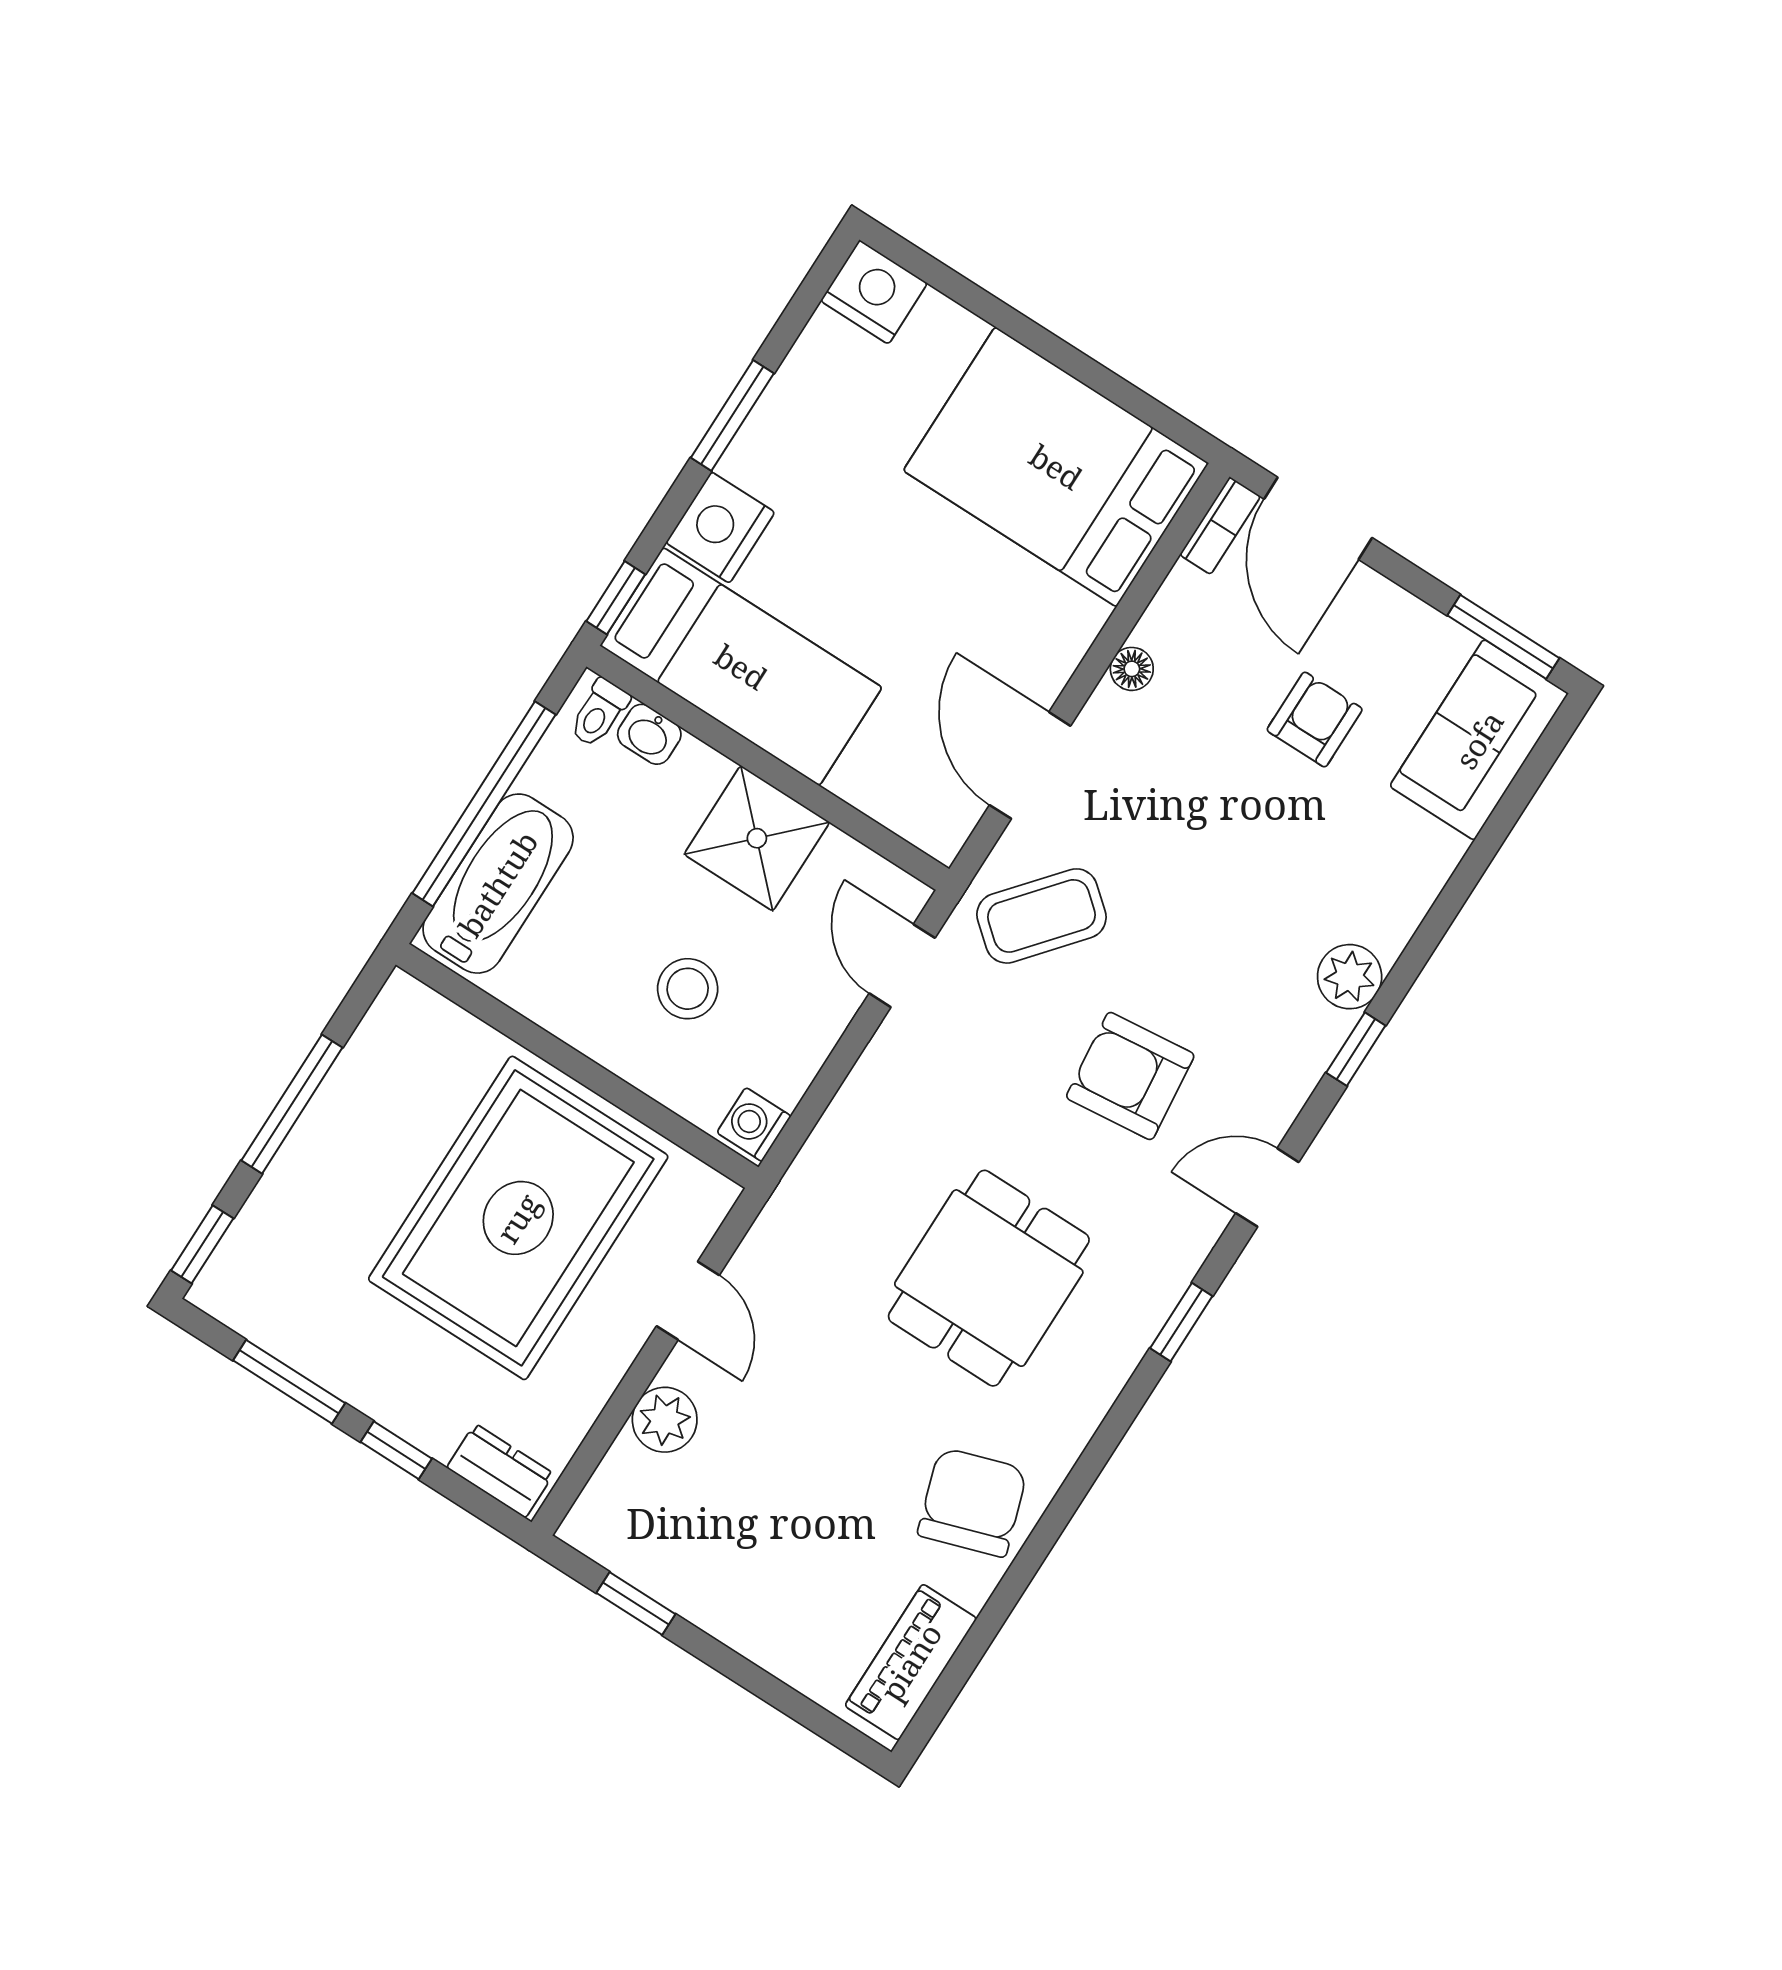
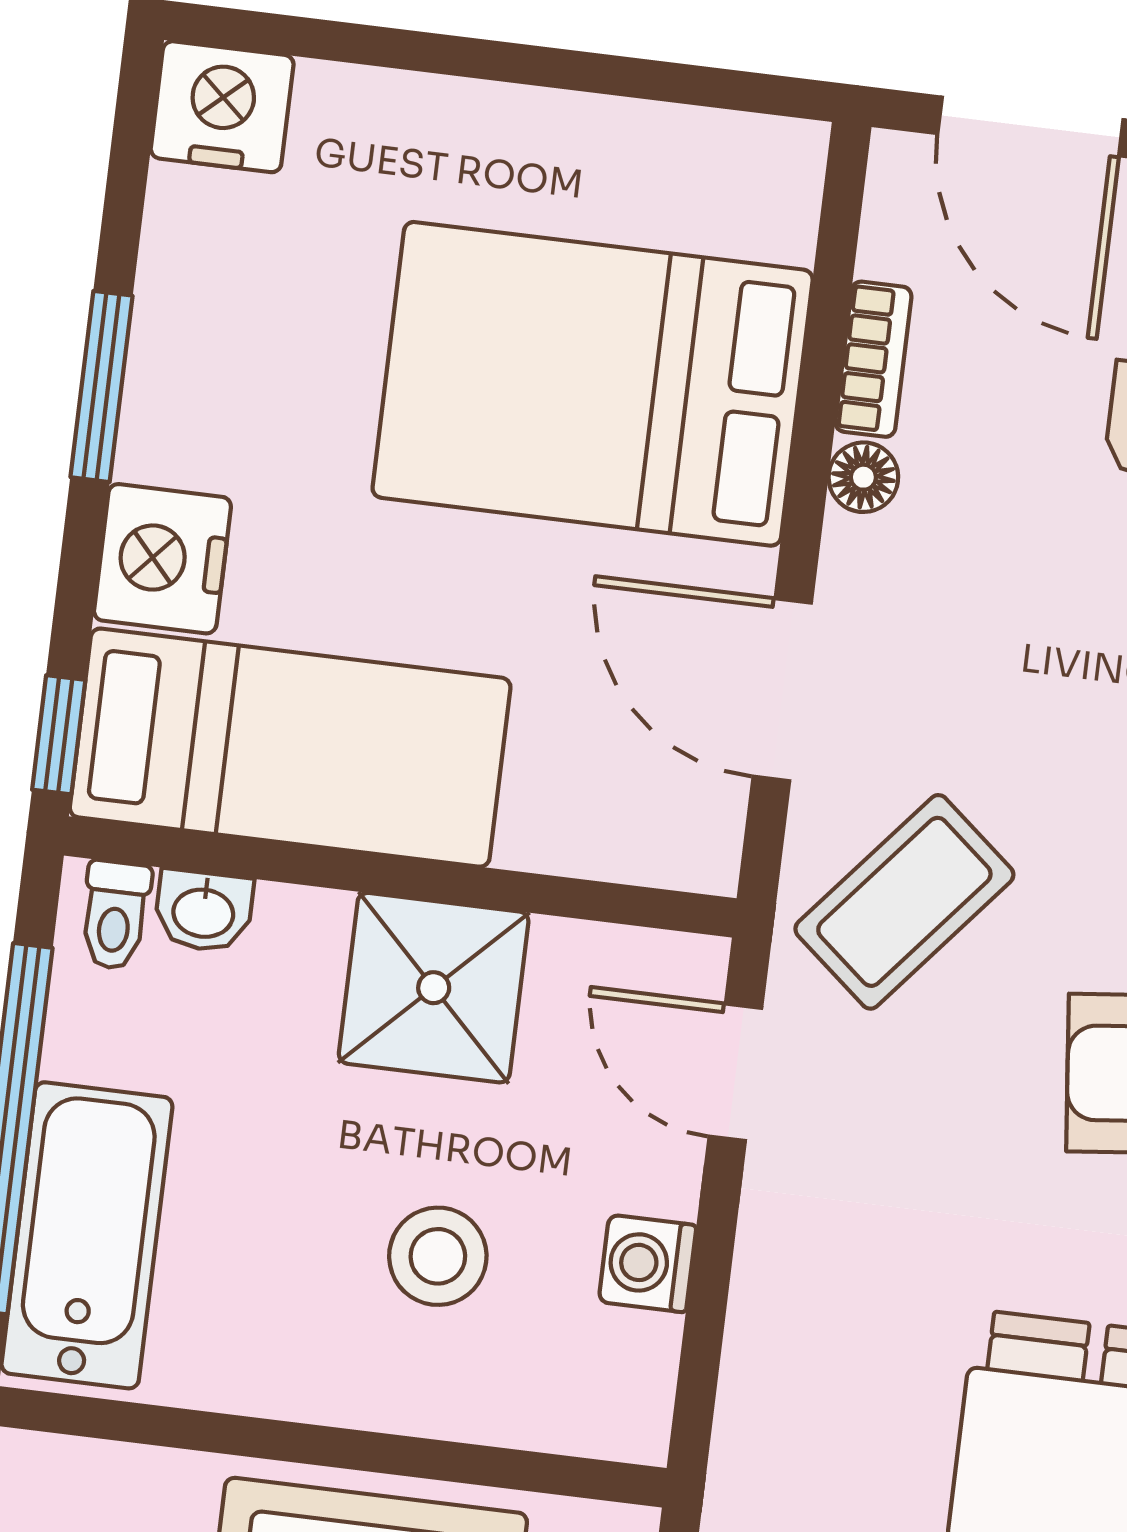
bed: (1056, 467) -> (593, 384), moved
bookcase: (1220, 526) -> (873, 359), moved
washing machine: (754, 1124) -> (648, 1264), moved

